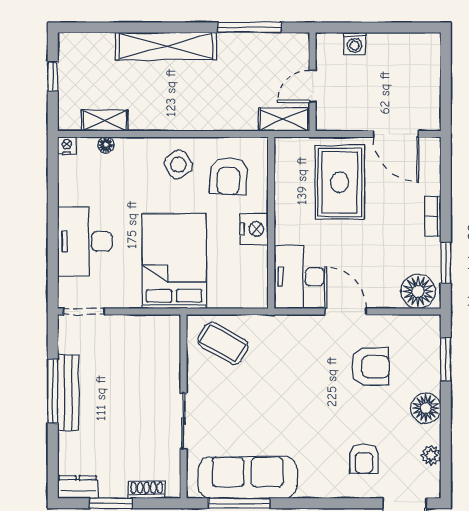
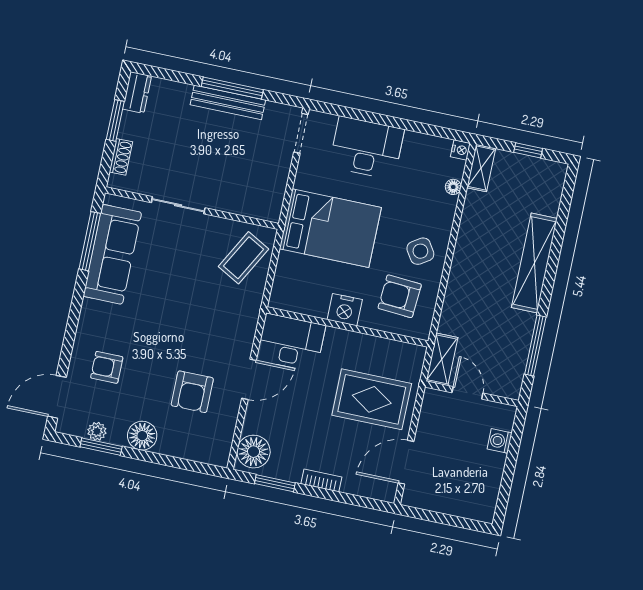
shelving: (105, 121) -> (481, 168), moved
window: (446, 359) -> (101, 447), moved

